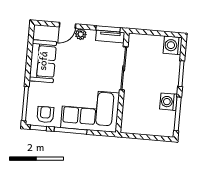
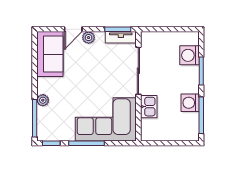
washing machine: (173, 45) -> (189, 55), moved
sofa: (43, 61) -> (50, 54), moved
plant: (34, 88) -> (43, 100), added
kitchen sink: (130, 102) -> (149, 107), added
armchair: (45, 115) -> (58, 128), removed

